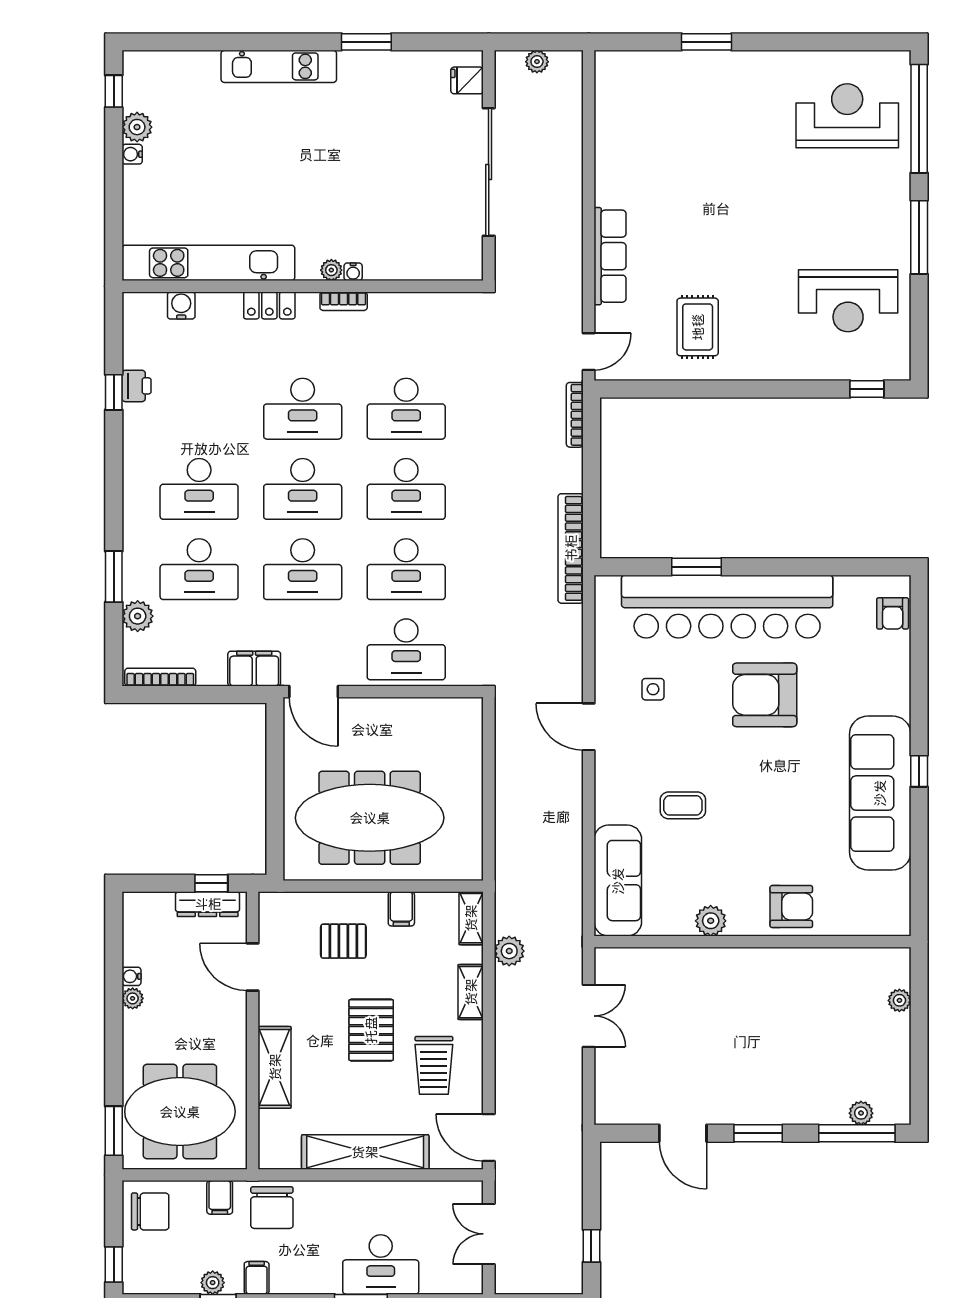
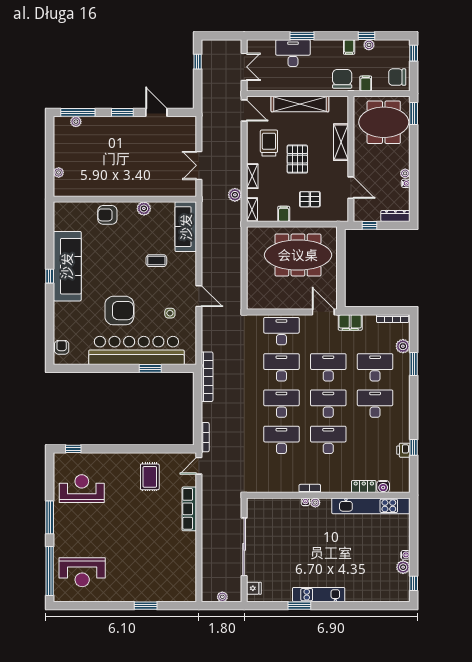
kitchen unit: (279, 66) -> (319, 595), moved
locker: (269, 305) -> (364, 487), moved
dresser: (208, 904) -> (395, 216), moved

